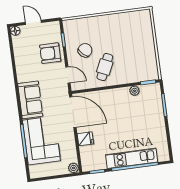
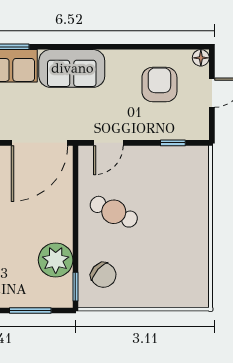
chair: (85, 50) -> (103, 275), moved
armchair: (50, 53) -> (159, 84), moved
plant: (135, 91) -> (56, 260), width x1.88, depth x1.88

